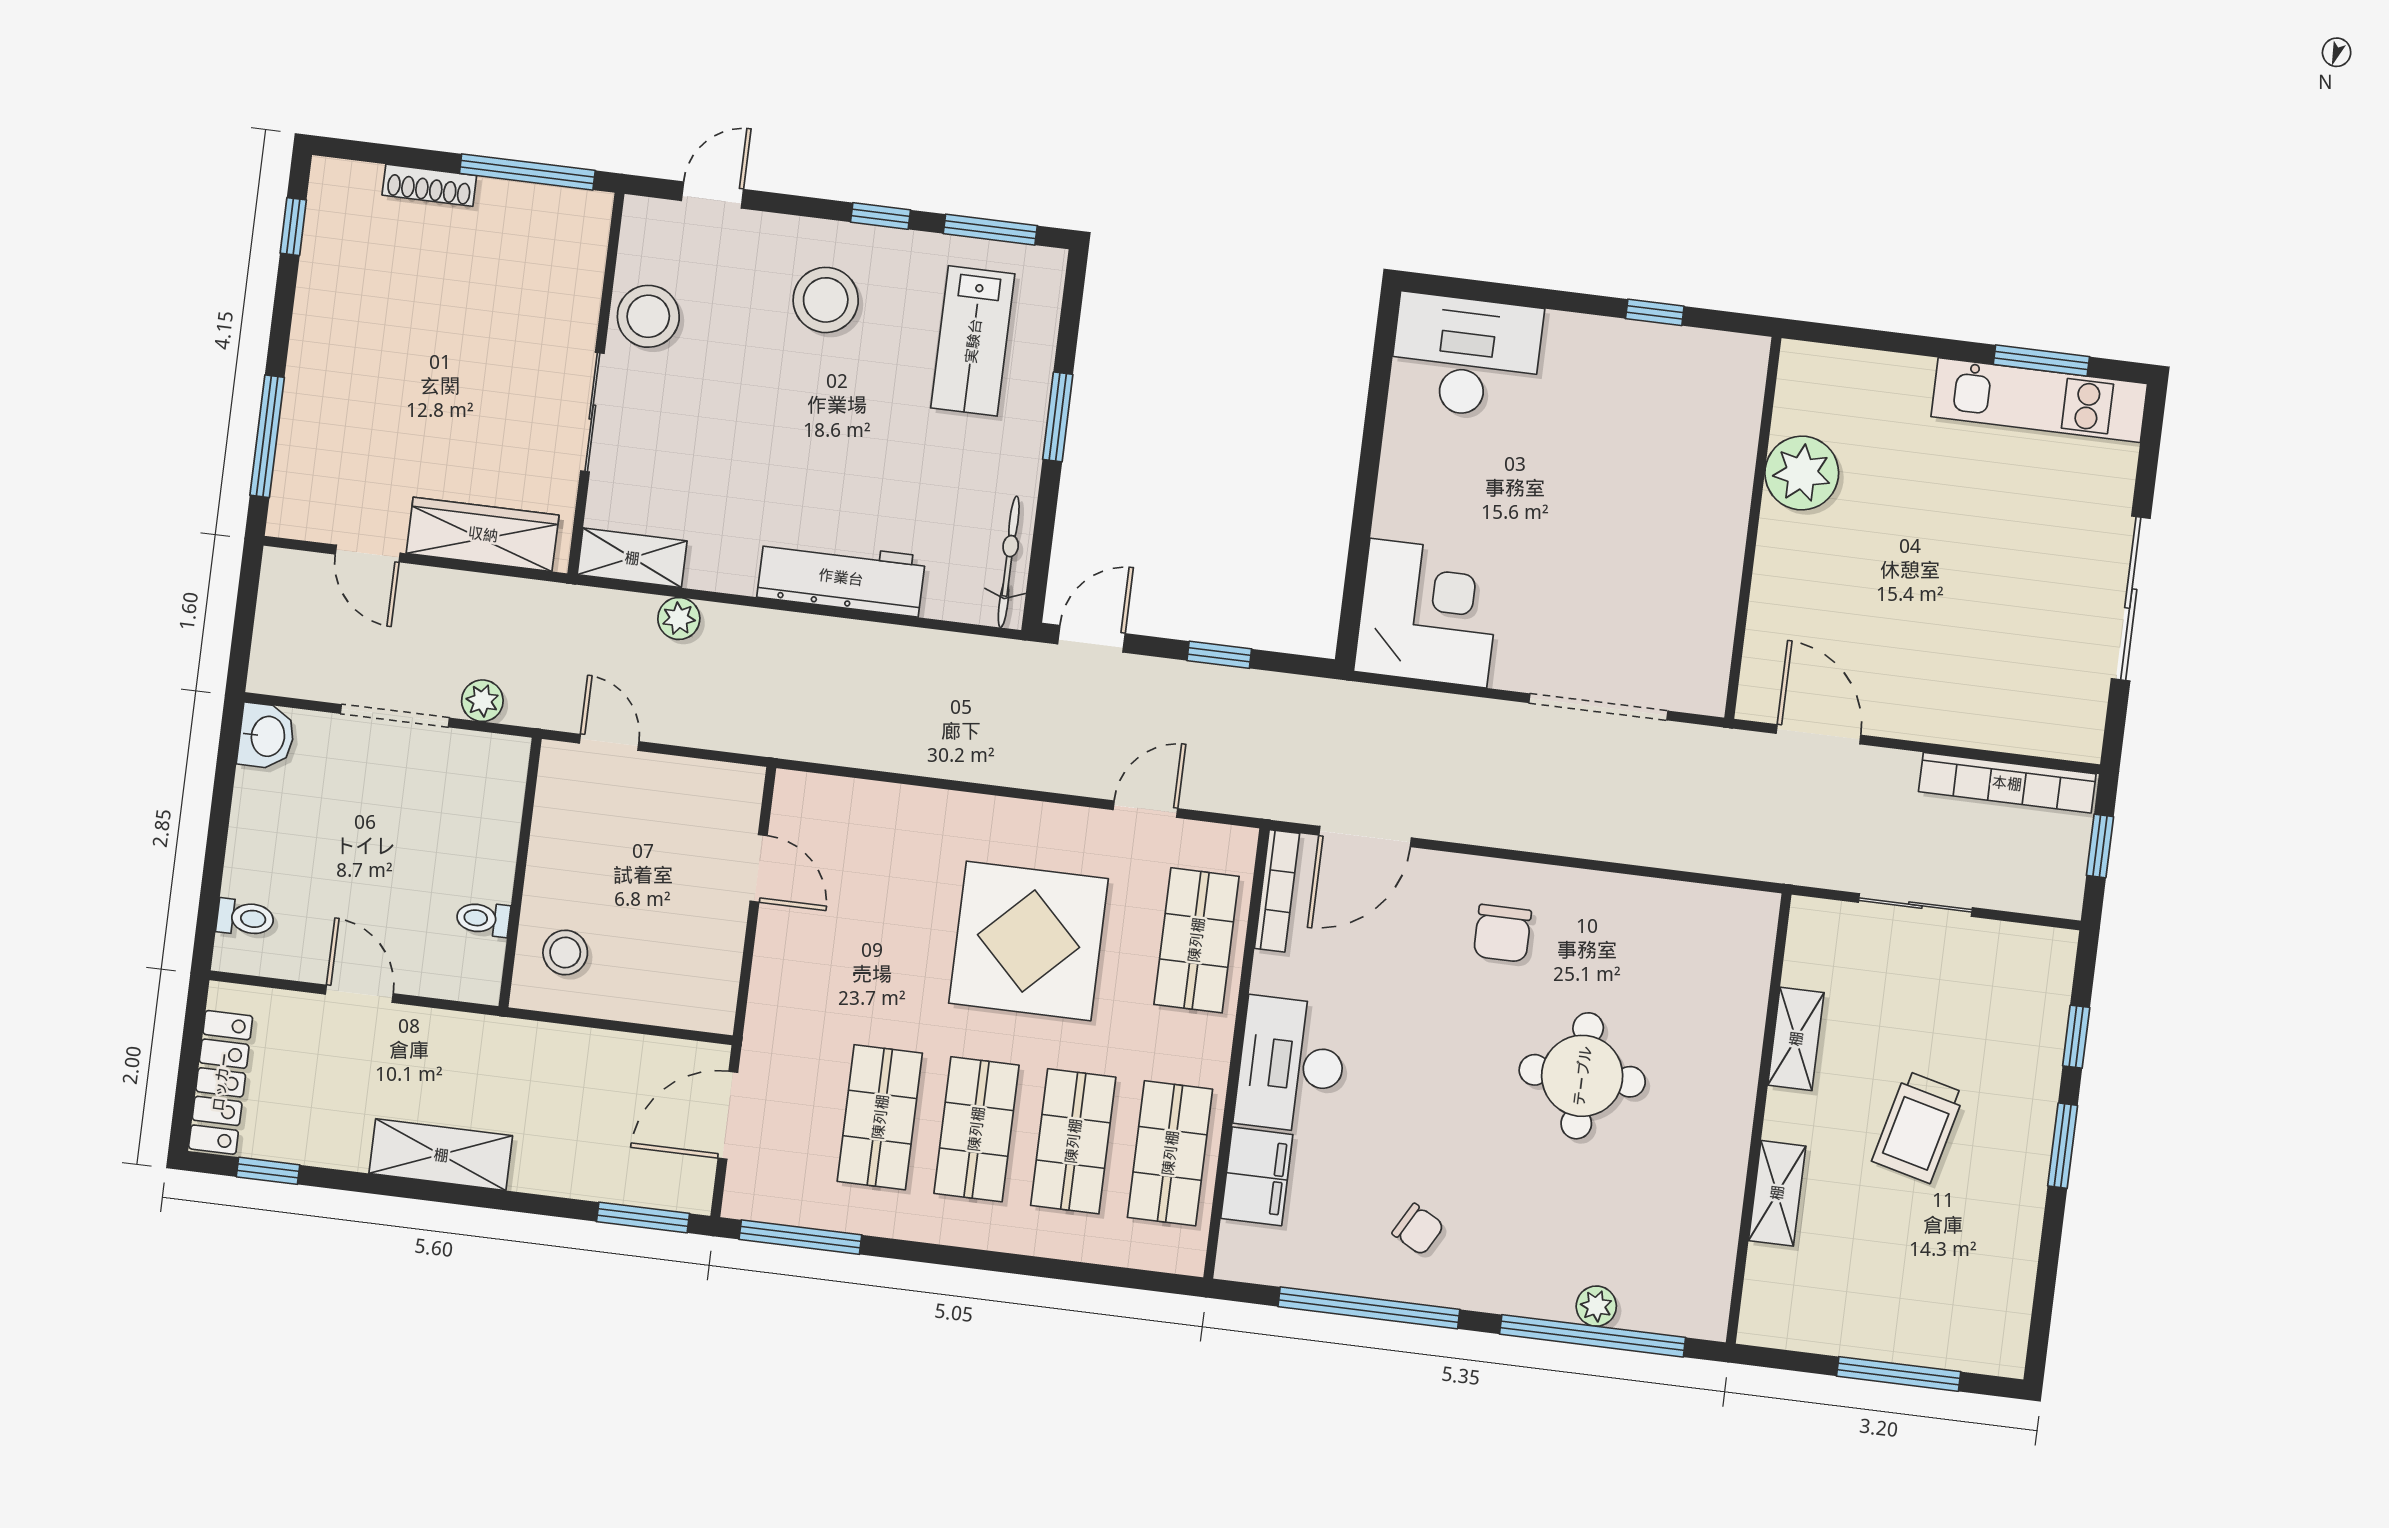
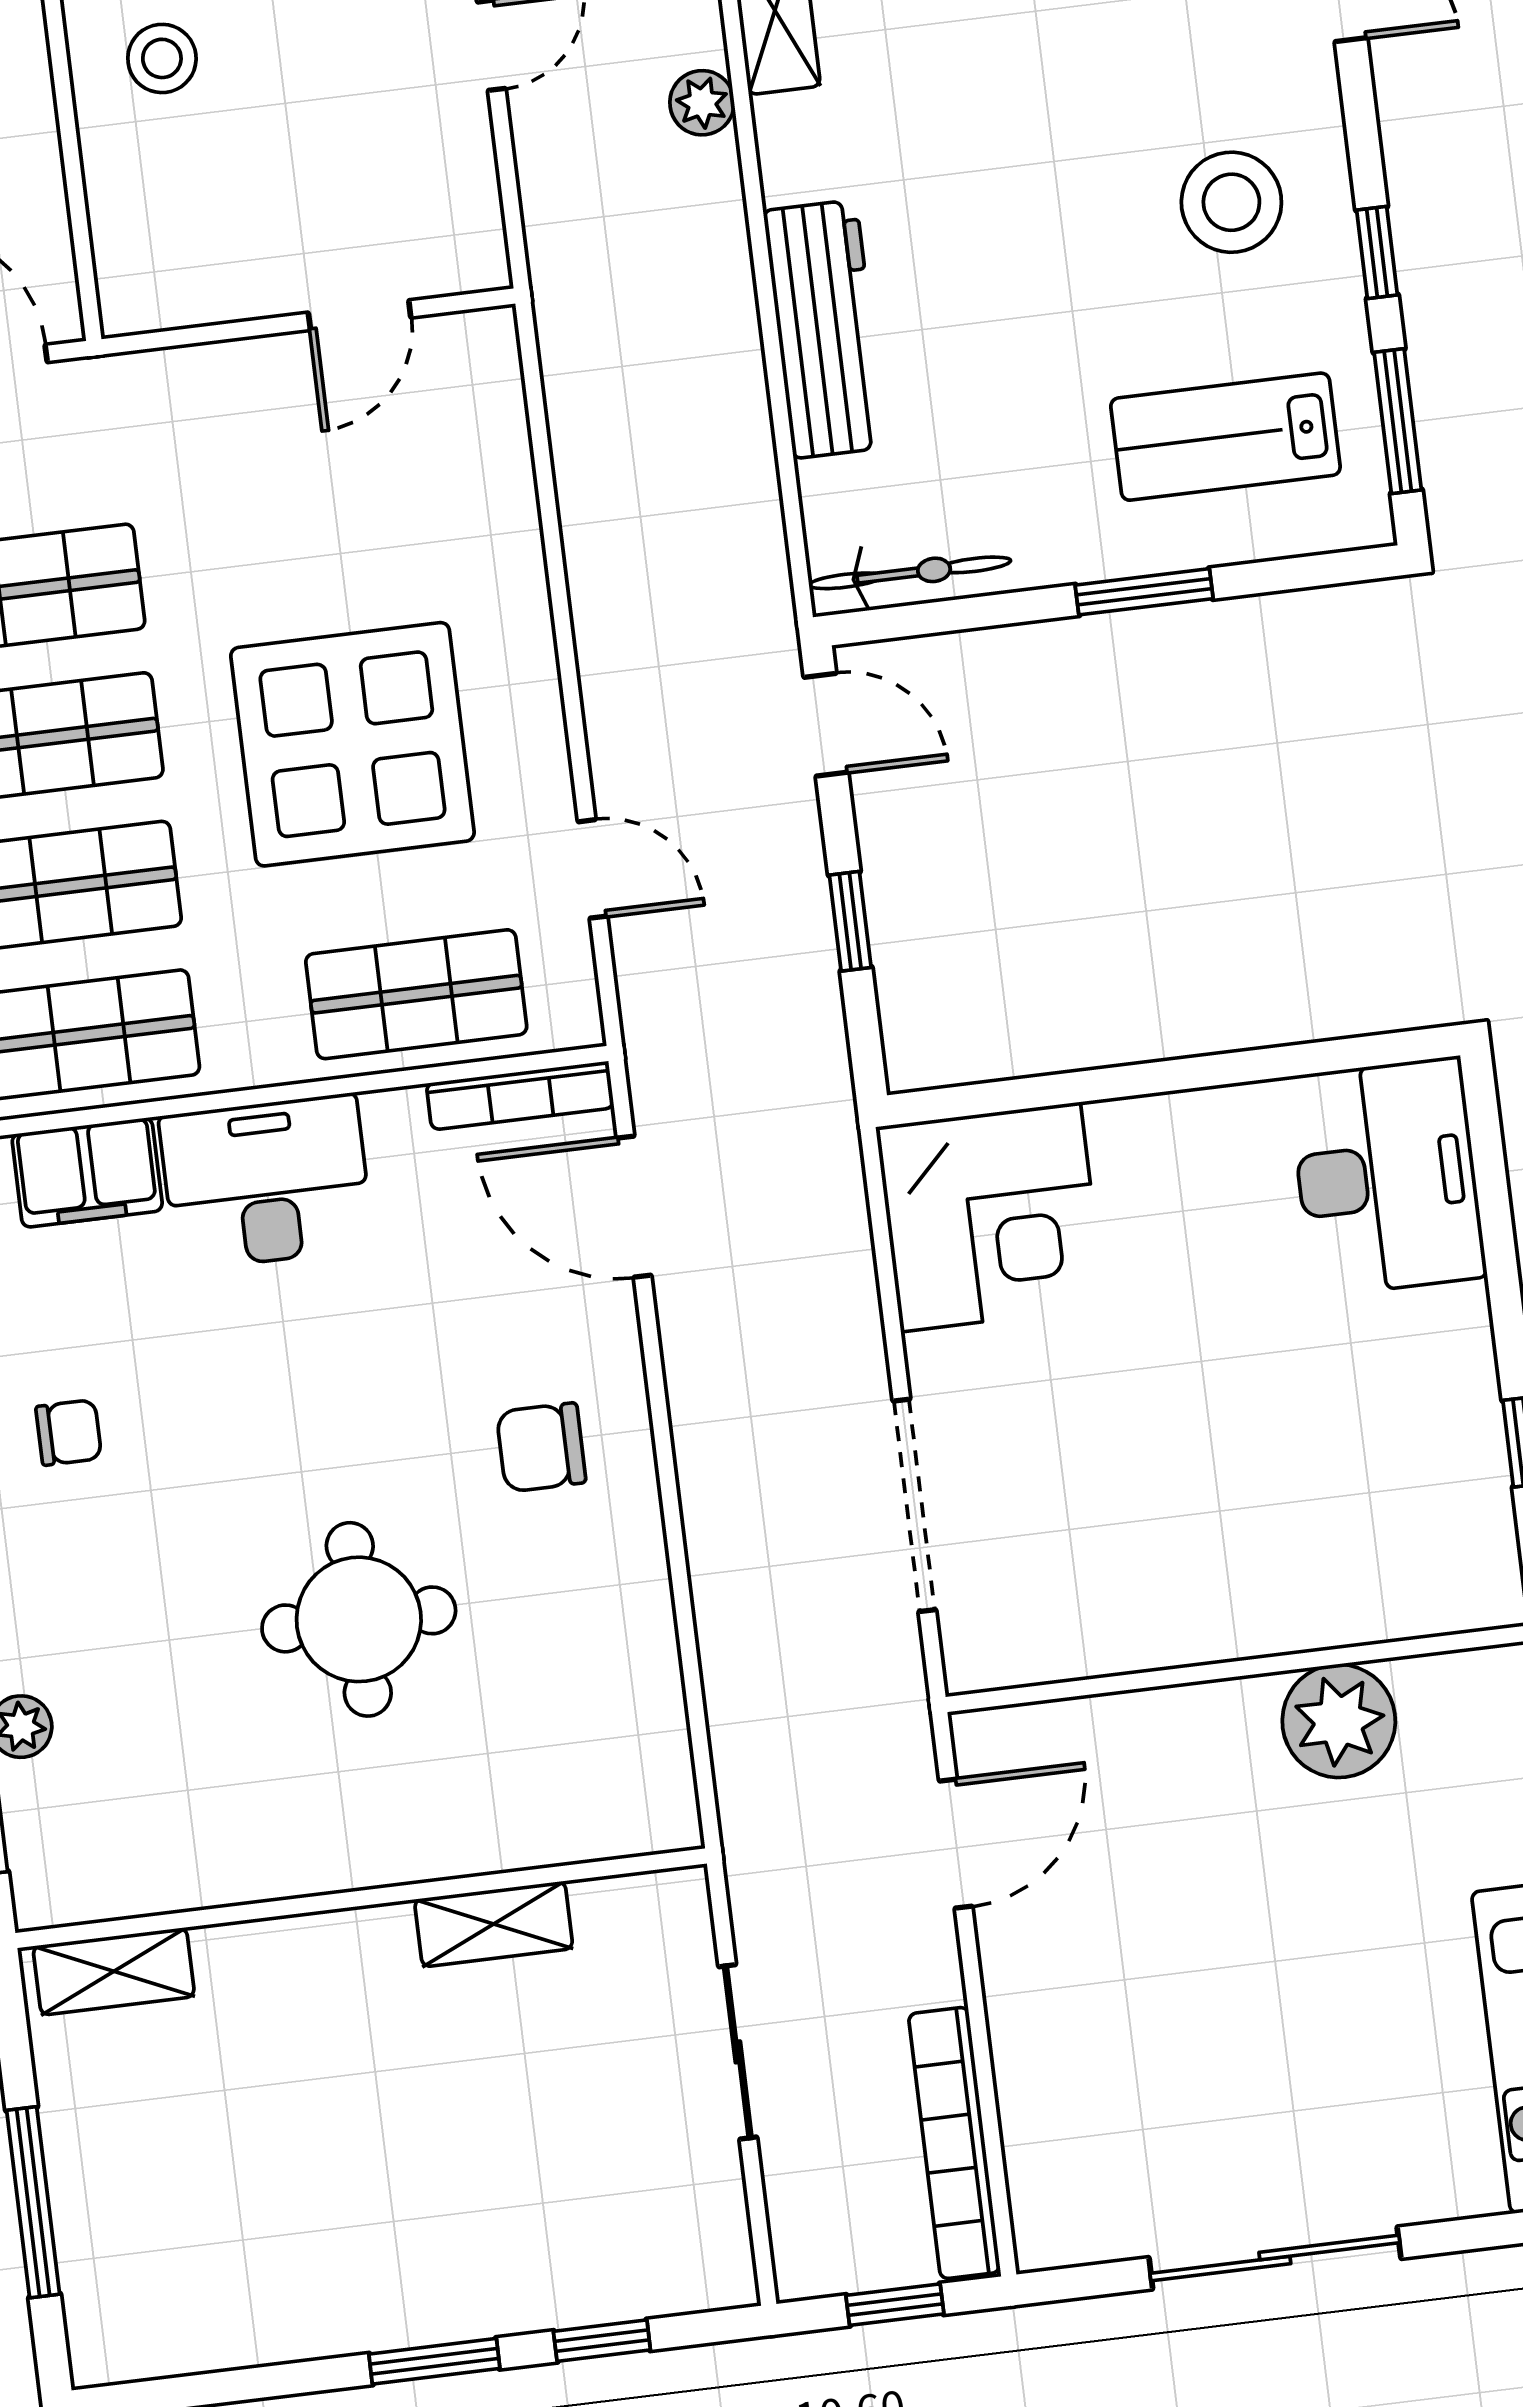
trolley: (1918, 1127) -> (408, 2139), removed
shelving: (1777, 1193) -> (114, 1971), moved
chair: (1418, 1229) -> (69, 1432), turned -119

